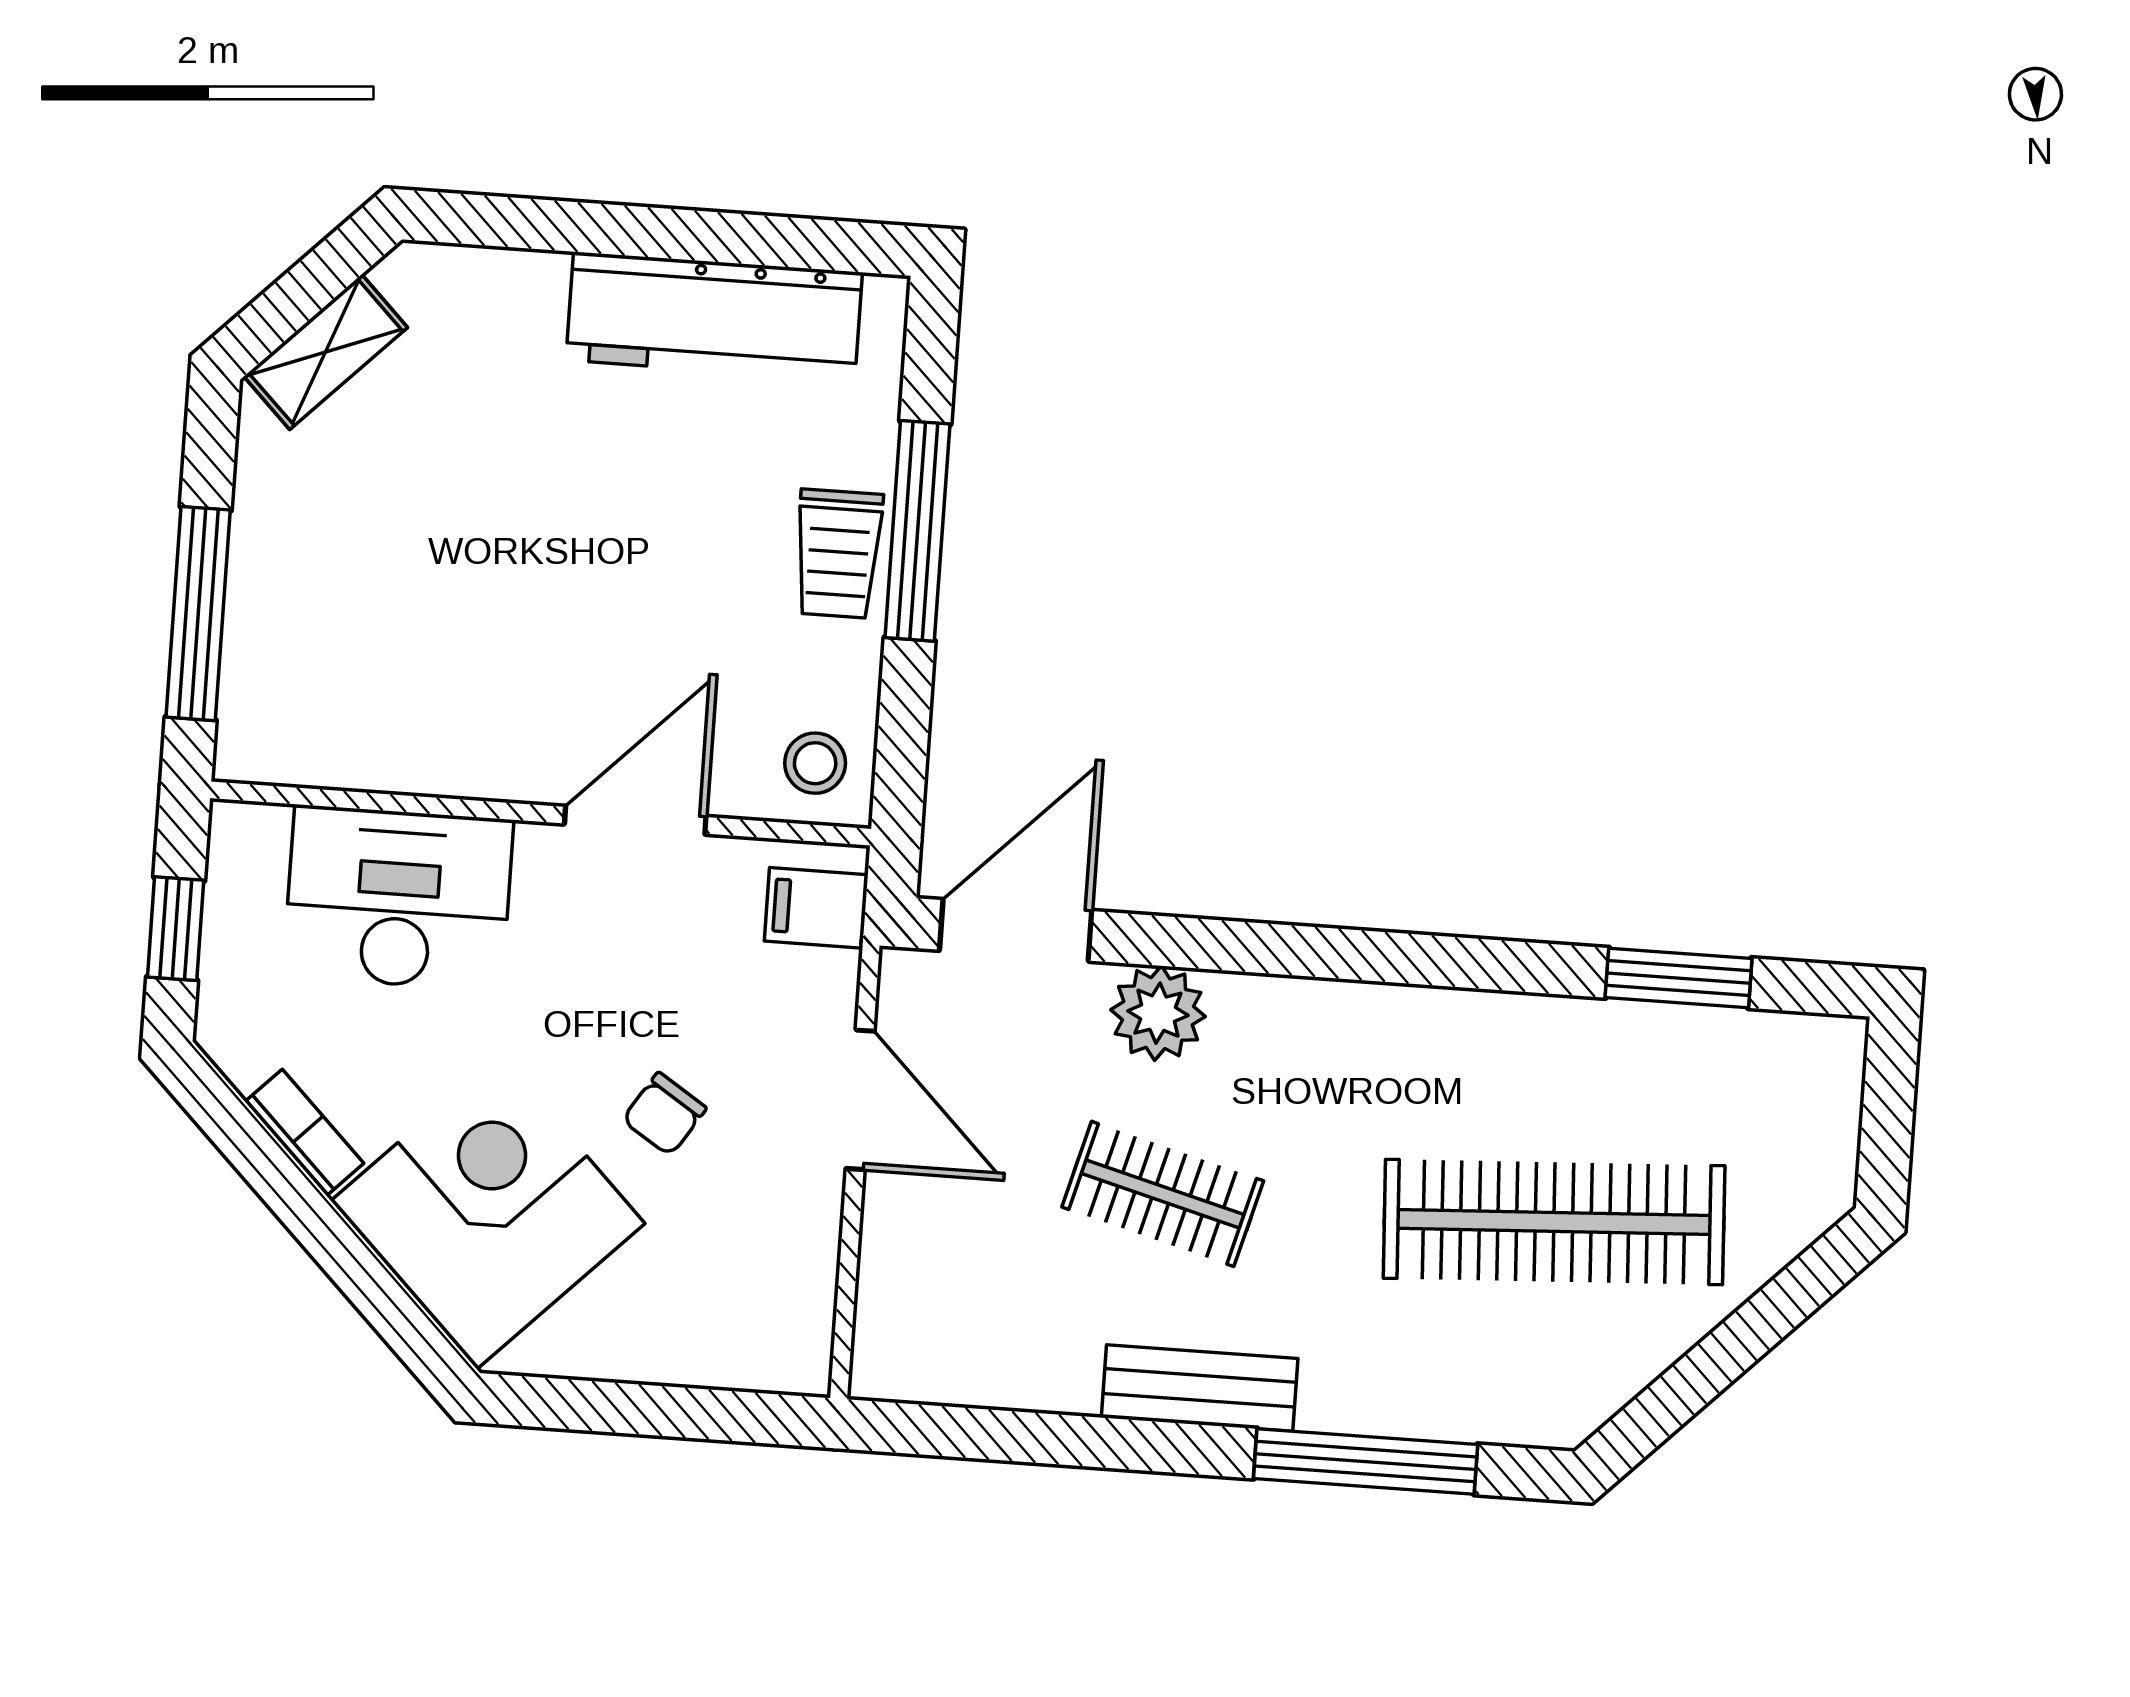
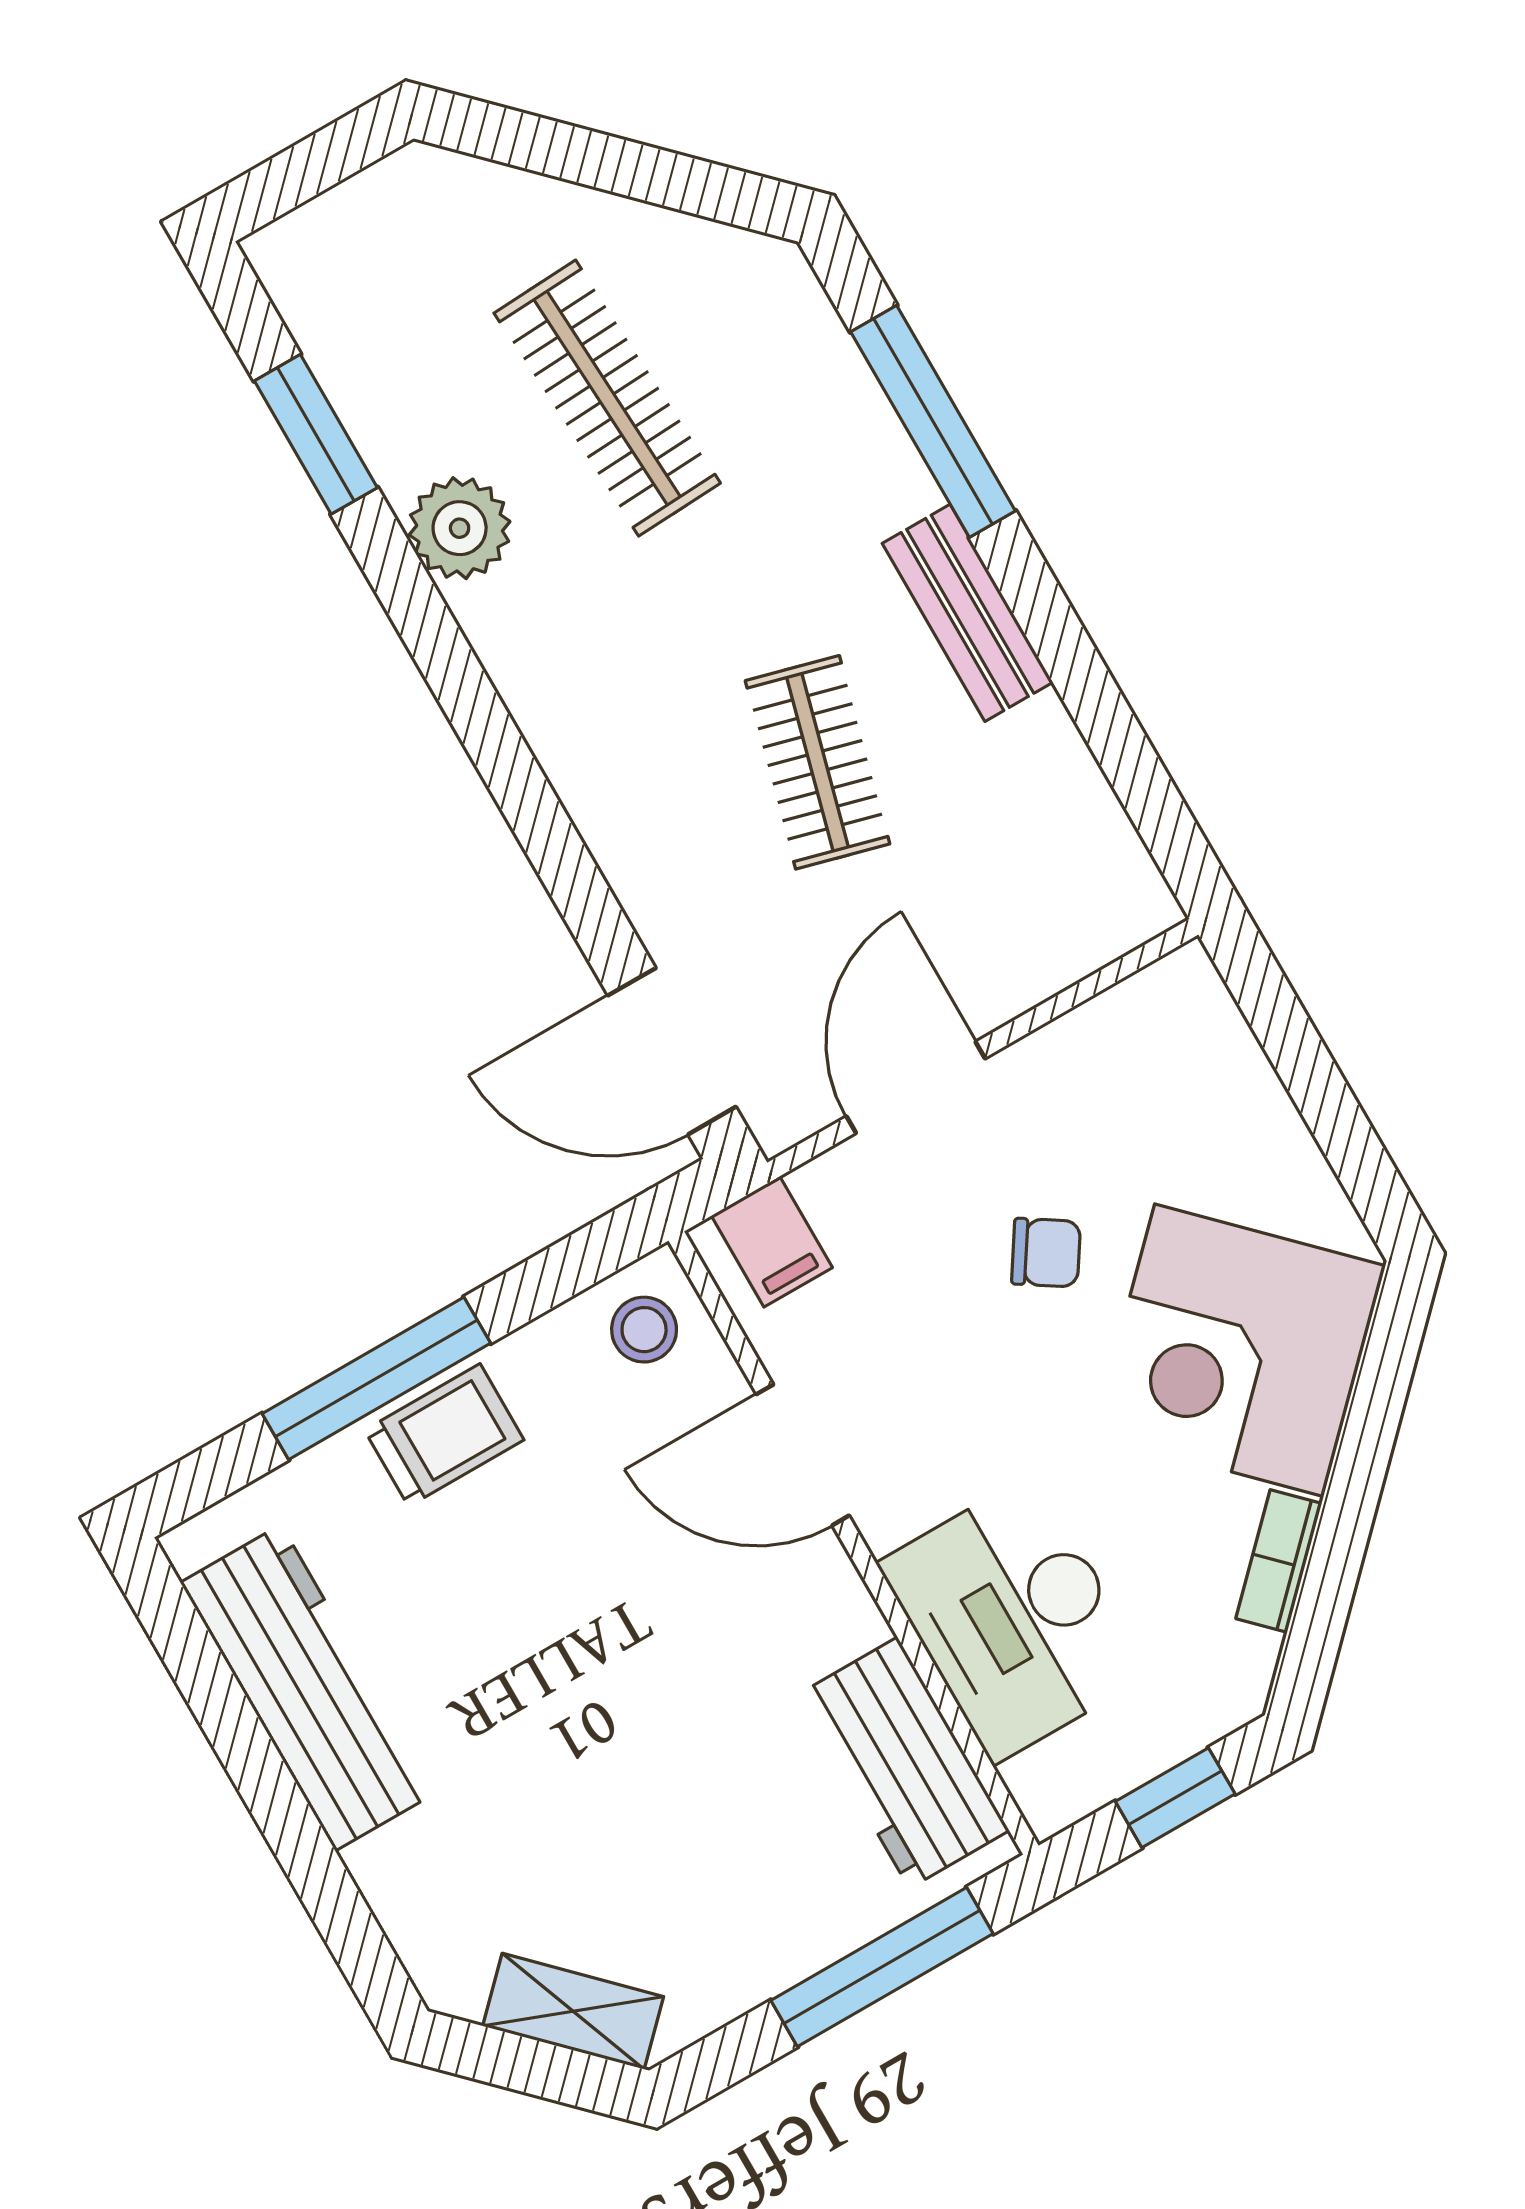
workbench: (345, 737) -> (903, 1763), added
plant: (1158, 1013) -> (460, 528), moved
clothes rail: (1554, 1222) -> (607, 398), width x0.73, depth x0.76

